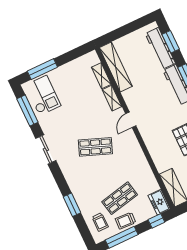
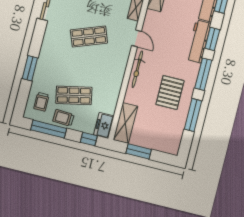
door: (131, 120) -> (136, 38), swing flipped
bicycle: (150, 142) -> (137, 69), added
shop shelf: (95, 147) -> (89, 36), turned -42

